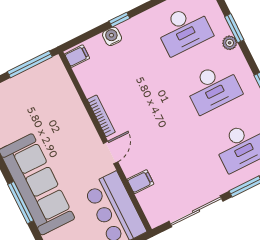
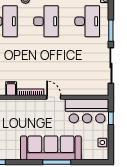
filing cabinet: (140, 182) -> (11, 89), moved

